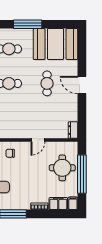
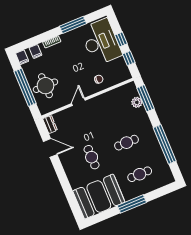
door: (82, 85) -> (50, 148), moved
filing cabinet: (58, 204) -> (36, 51), width x0.50

